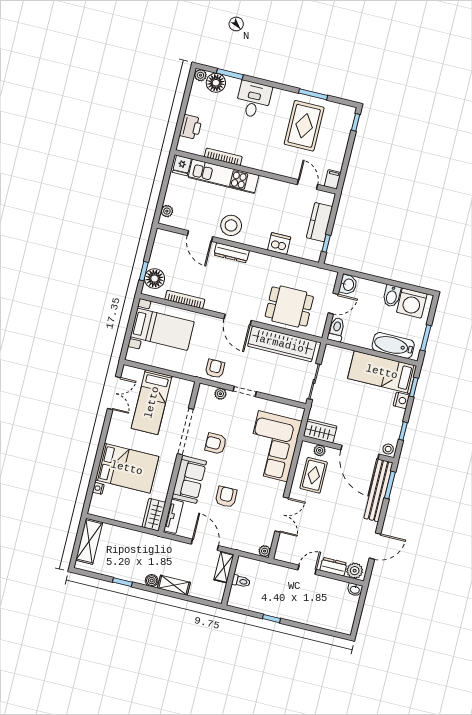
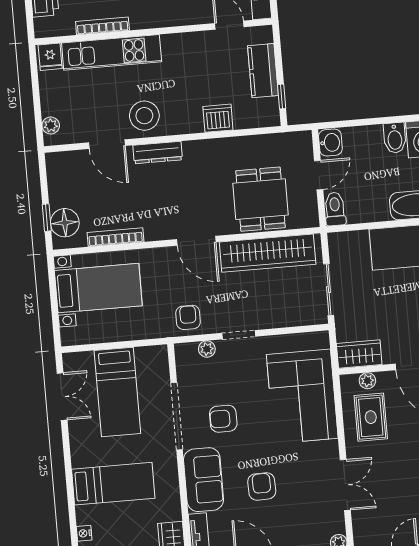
dining table: (289, 307) -> (261, 199), turned 90
bed: (127, 468) -> (113, 484), width x0.67

